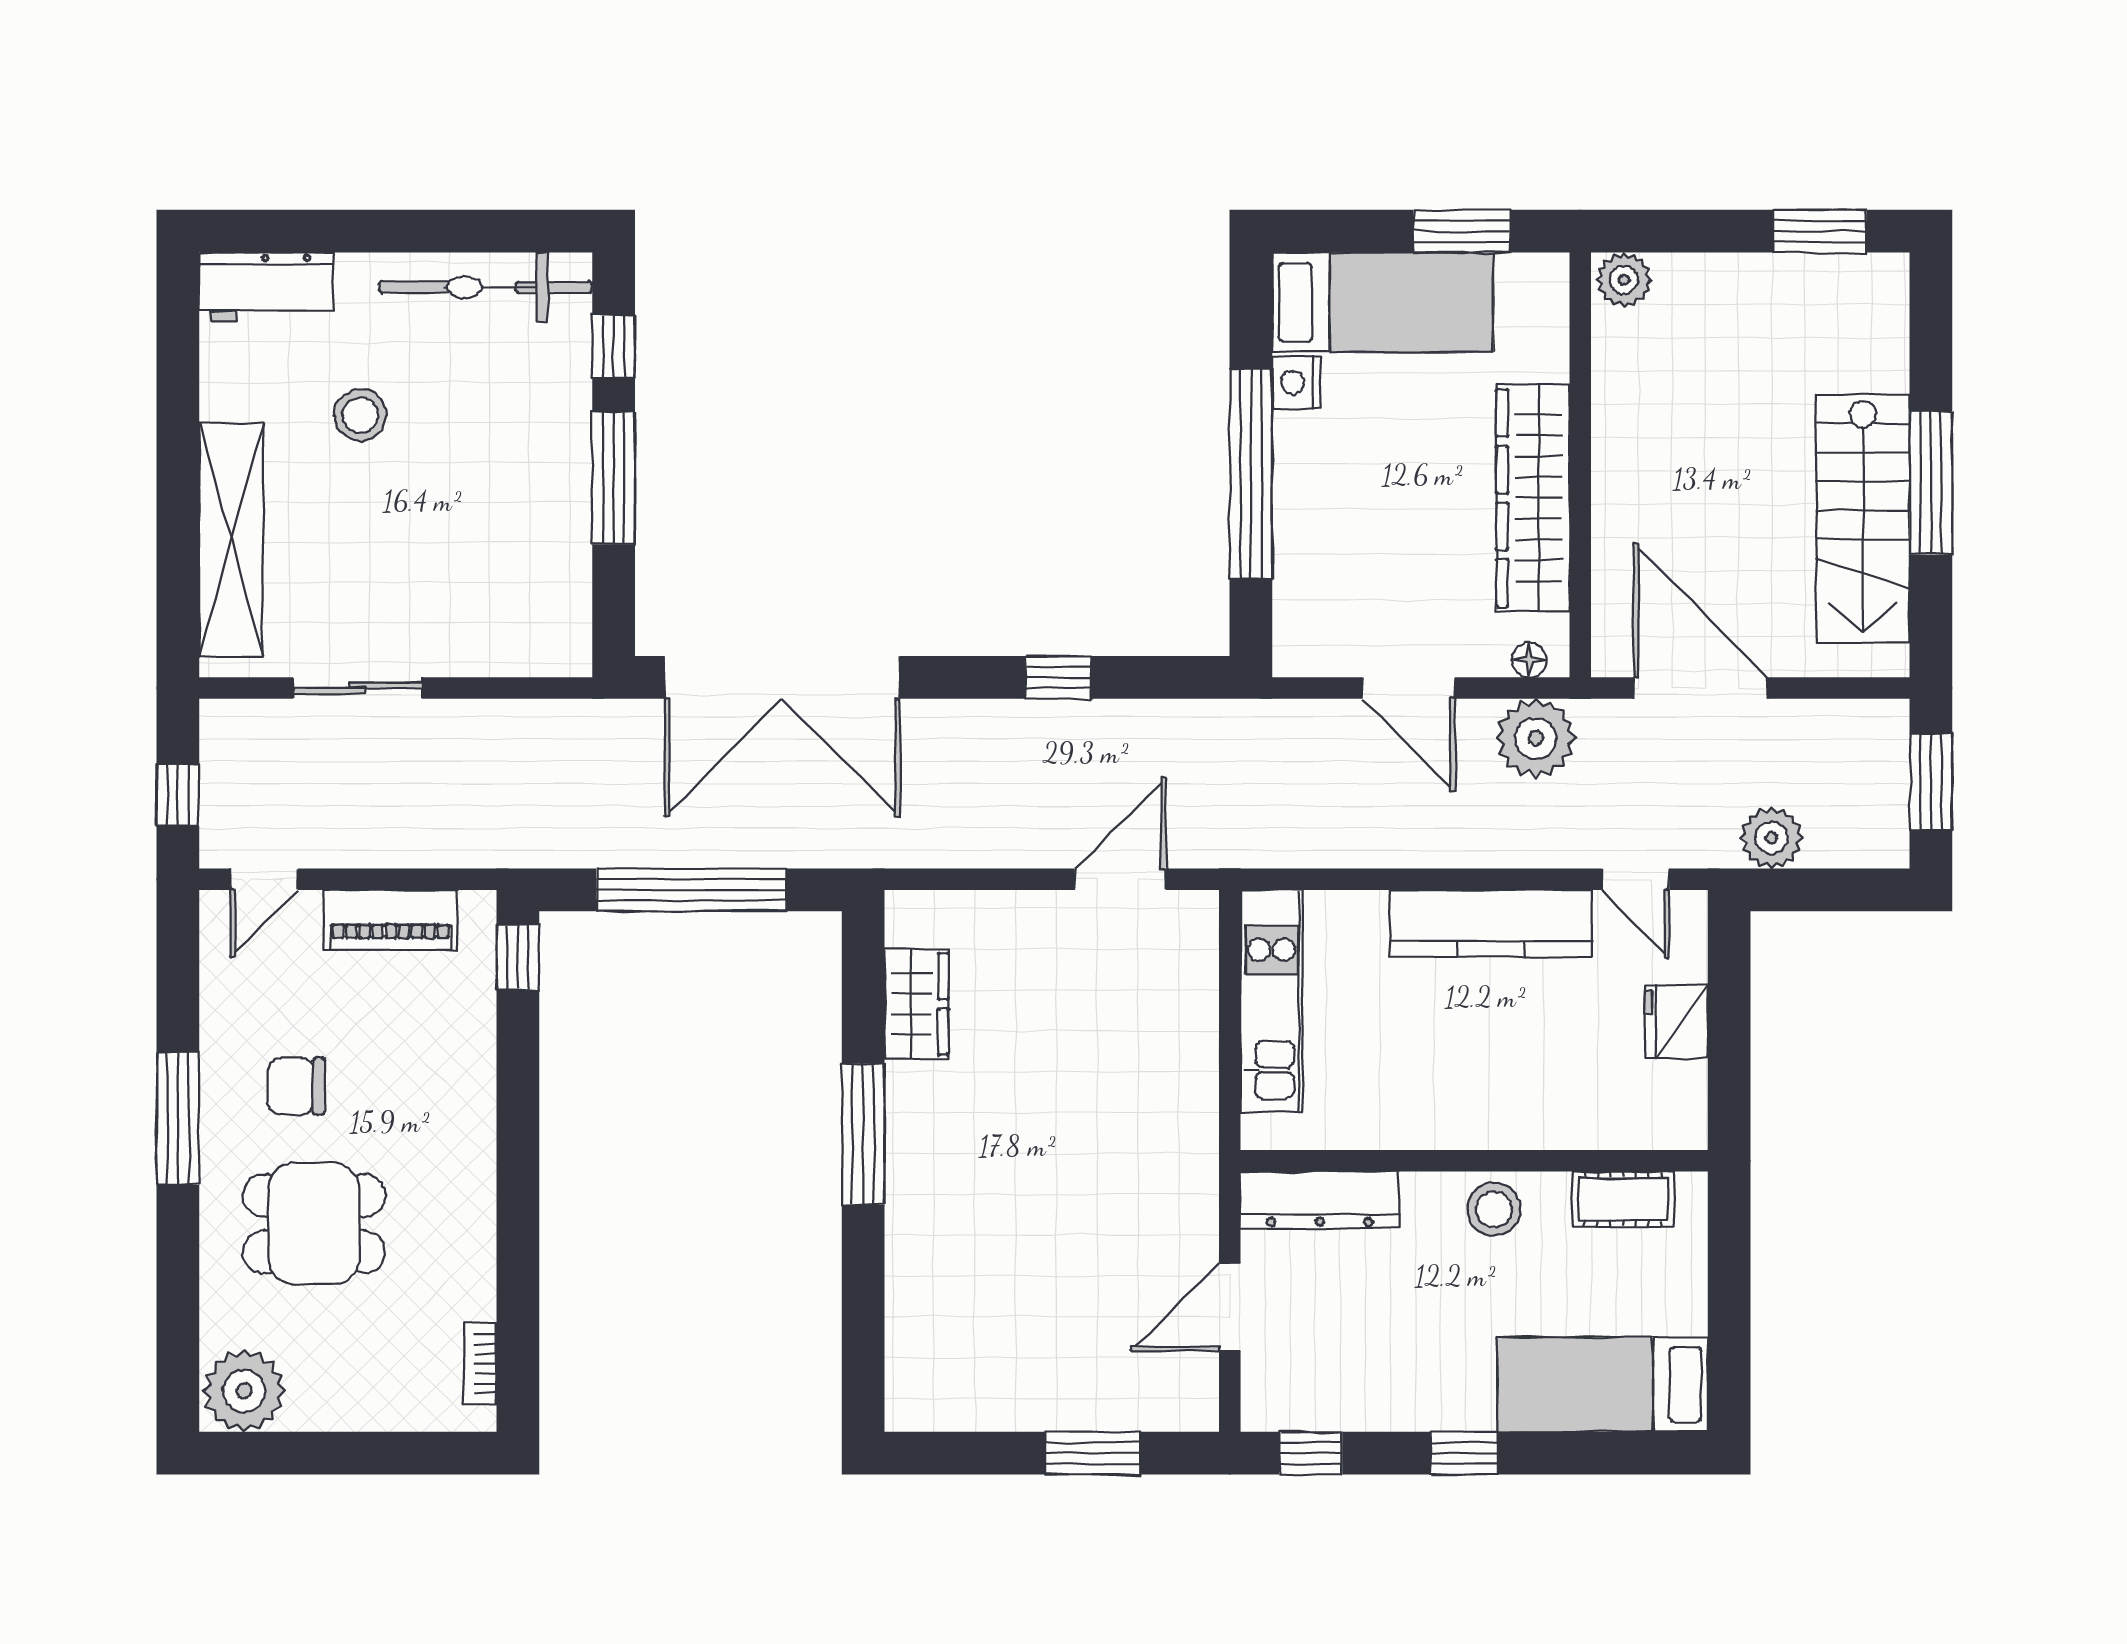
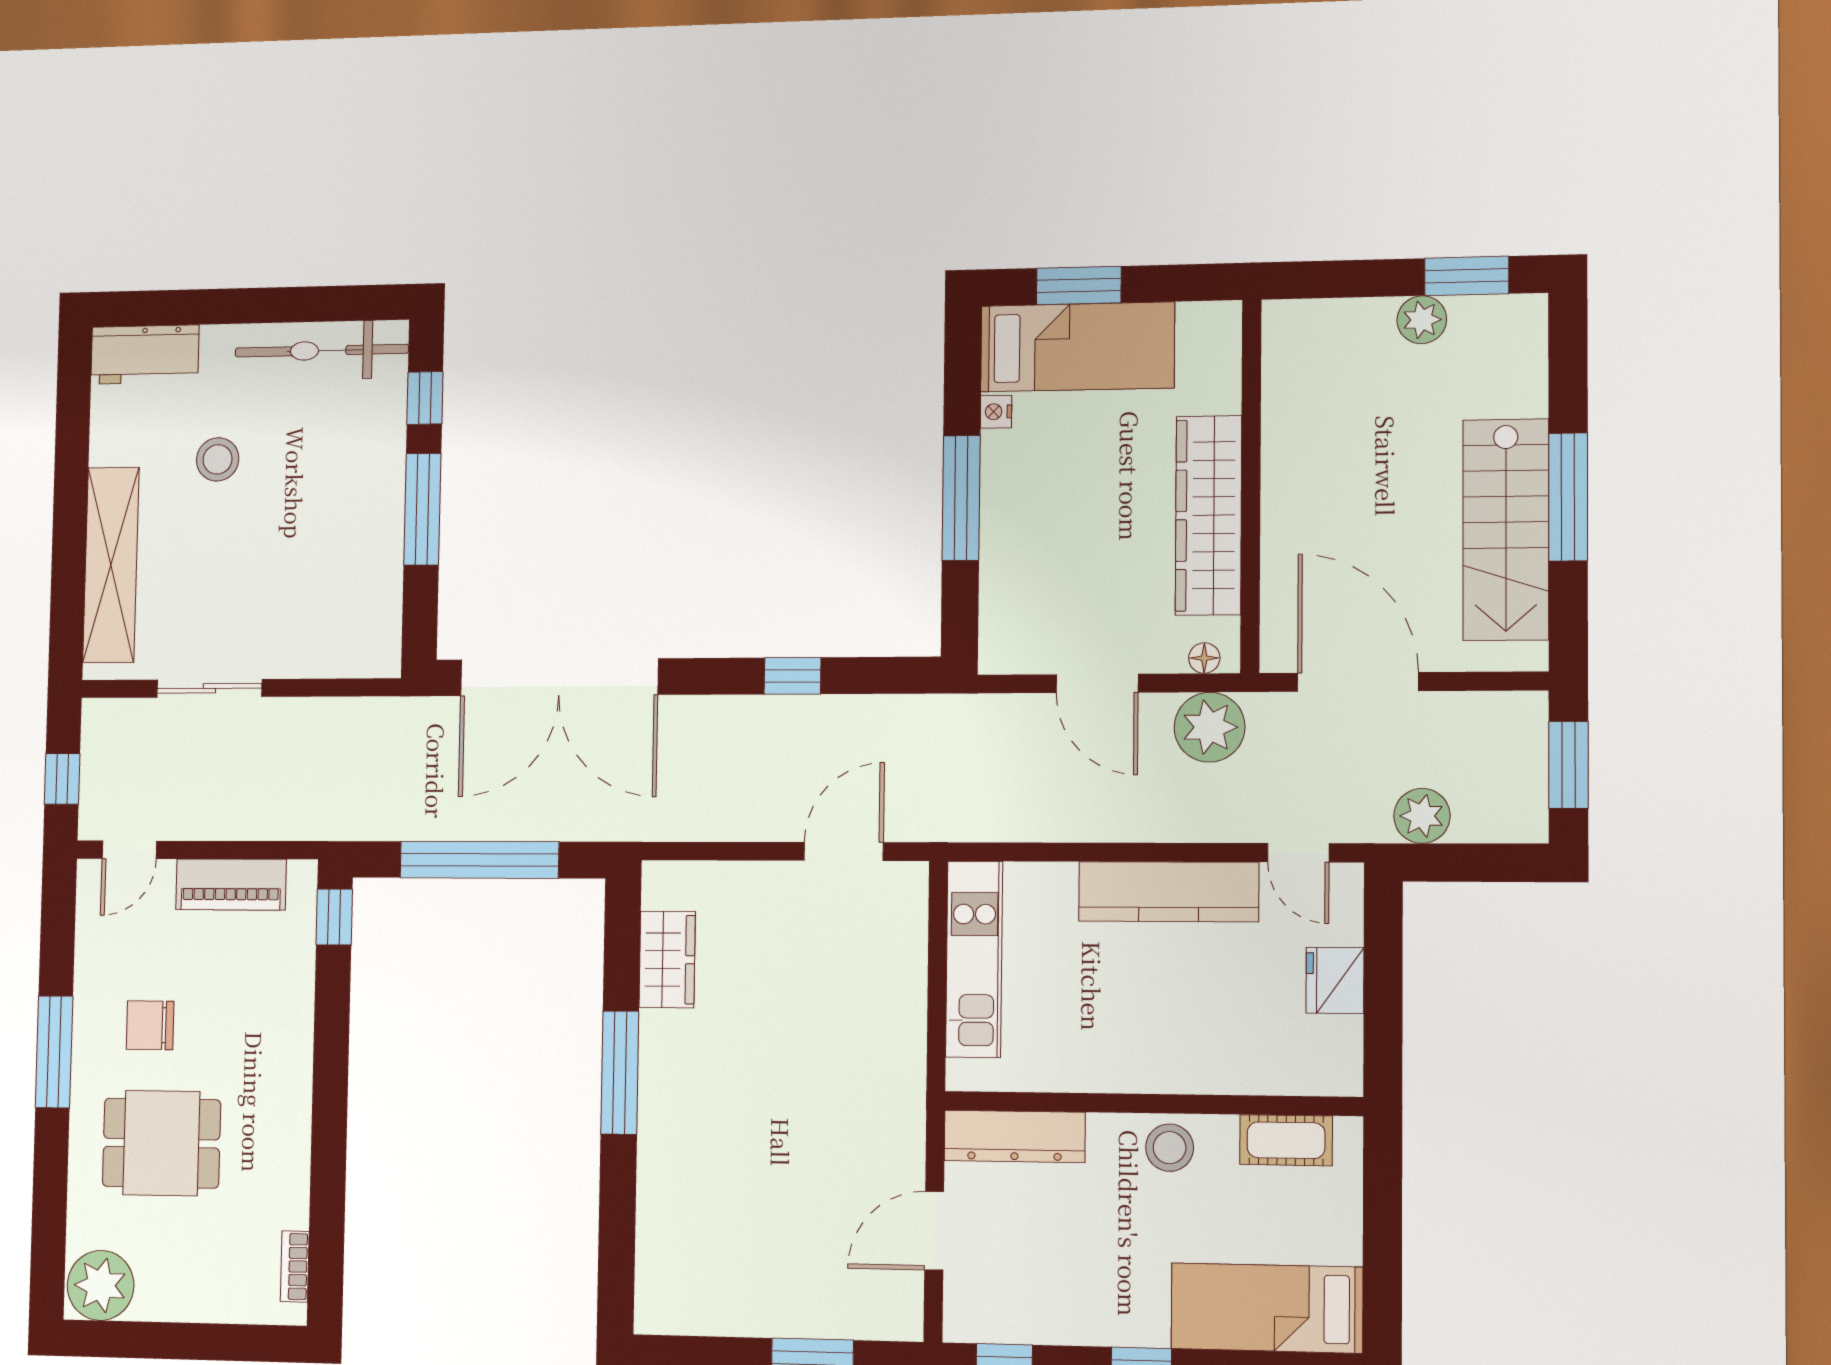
window: (1462, 231) -> (1079, 285), moved
plant: (1624, 280) -> (1422, 320), moved
nightstand: (1296, 383) -> (996, 412), width x0.72, depth x0.74
window: (1251, 474) -> (961, 498), width x0.68

